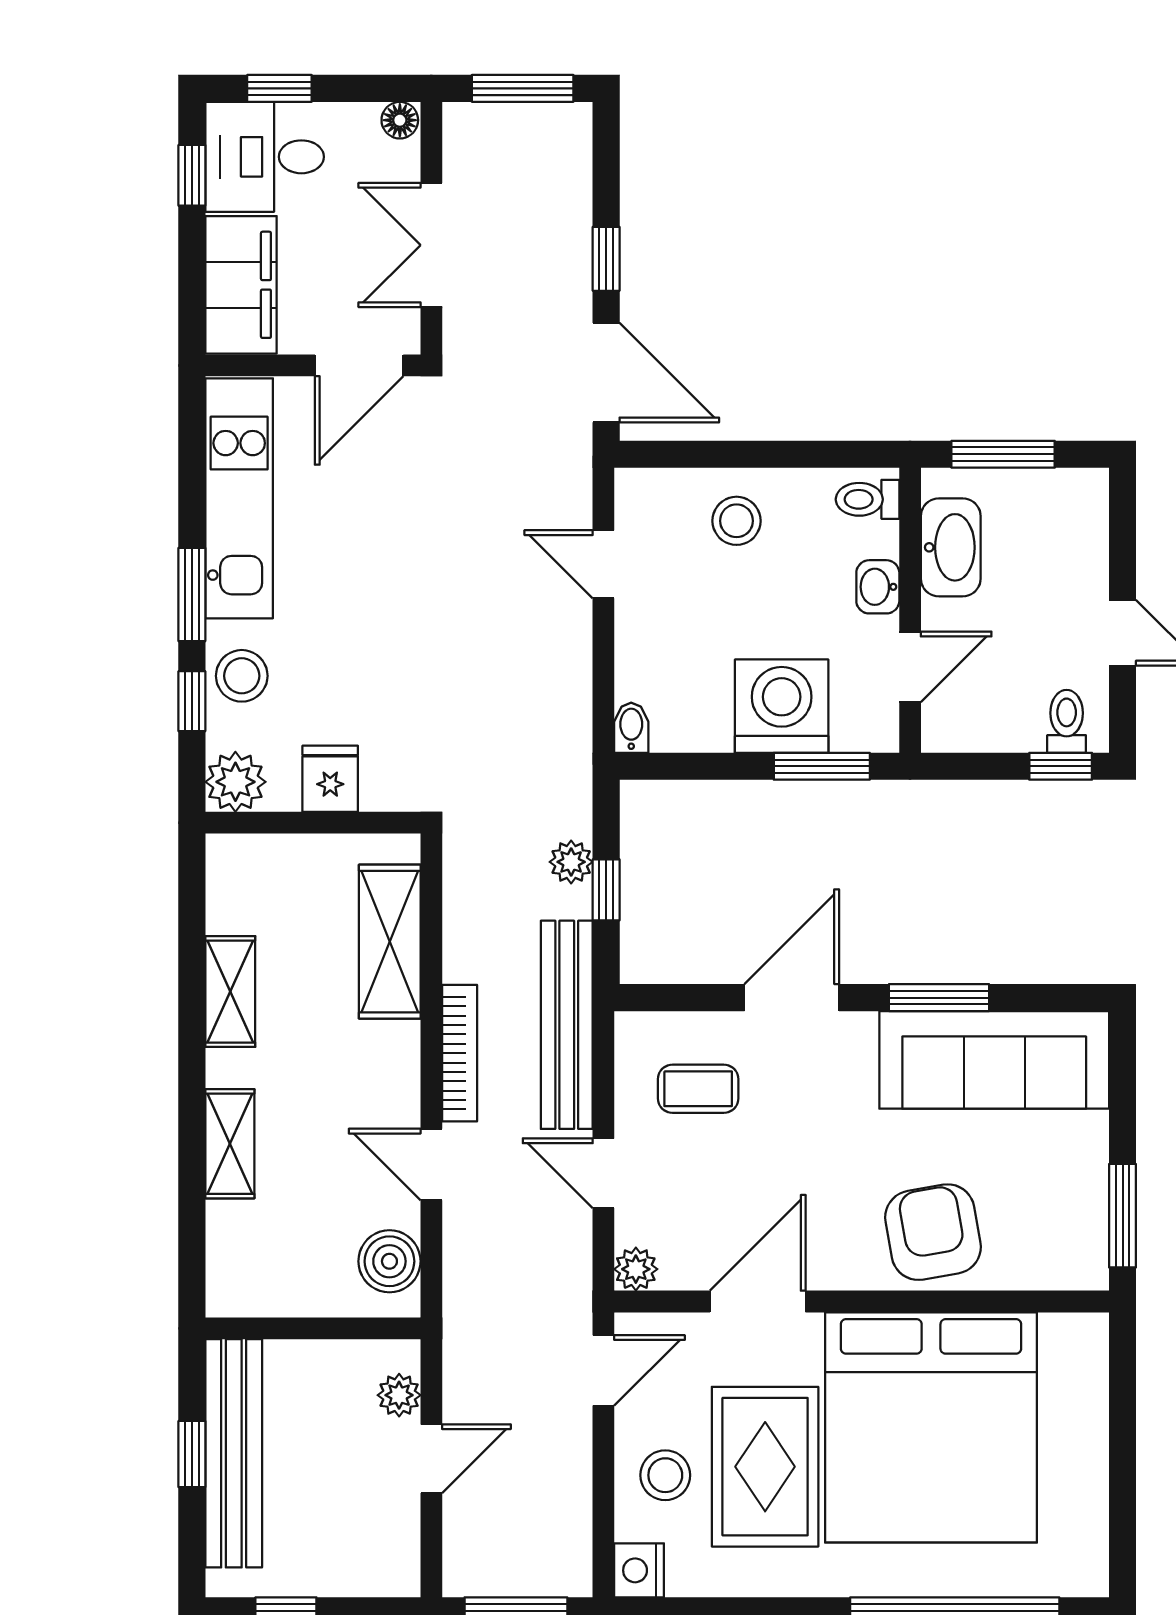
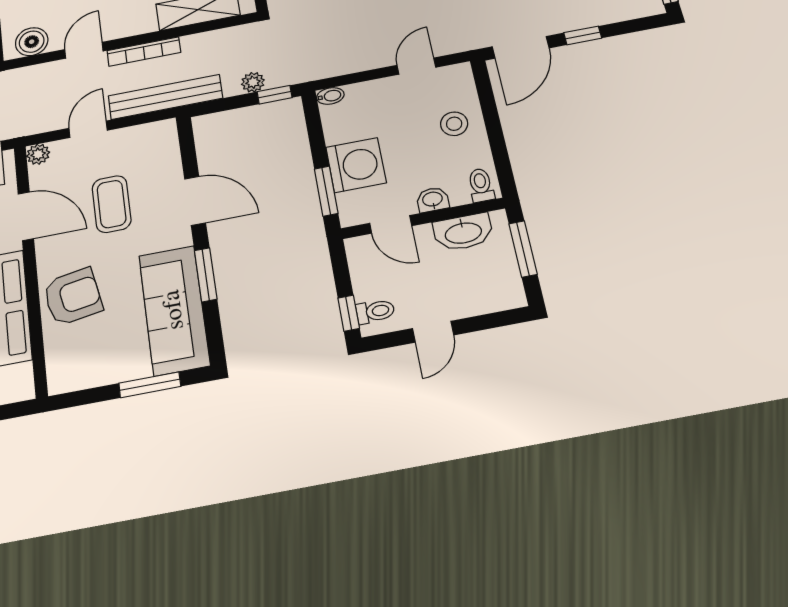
window: (606, 890) -> (275, 95), moved
coffee table: (698, 1089) -> (112, 204), moved, width x1.36, depth x1.30
window: (1123, 1216) -> (150, 385), moved

